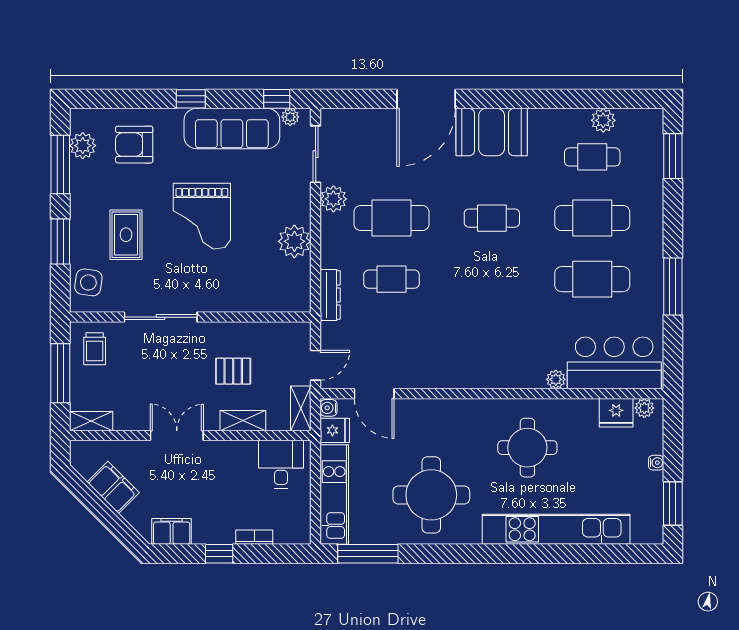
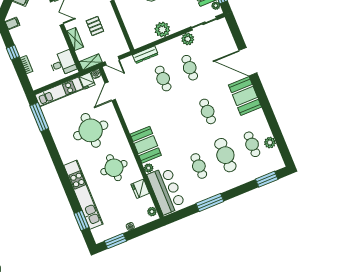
cafe table: (391, 218) -> (190, 68), width x0.73, depth x0.74
cafe table: (592, 279) -> (199, 166), width x0.73, depth x0.74
booth: (508, 366) -> (146, 145), added
fridge: (616, 413) -> (140, 189), moved
round table: (431, 495) -> (91, 130), moved
filing cabinet: (172, 531) -> (12, 23), width x0.50
window: (605, 554) -> (82, 220), added

